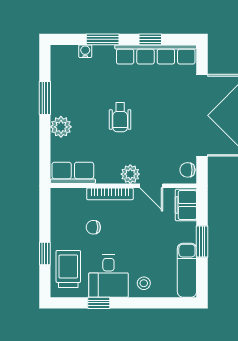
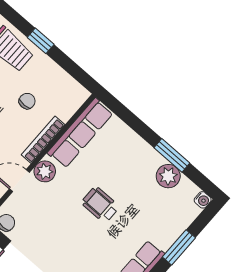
water cooler: (85, 51) -> (203, 200), moved
plant: (61, 127) -> (168, 176), moved
row of seats: (73, 173) -> (80, 133), width x1.48

